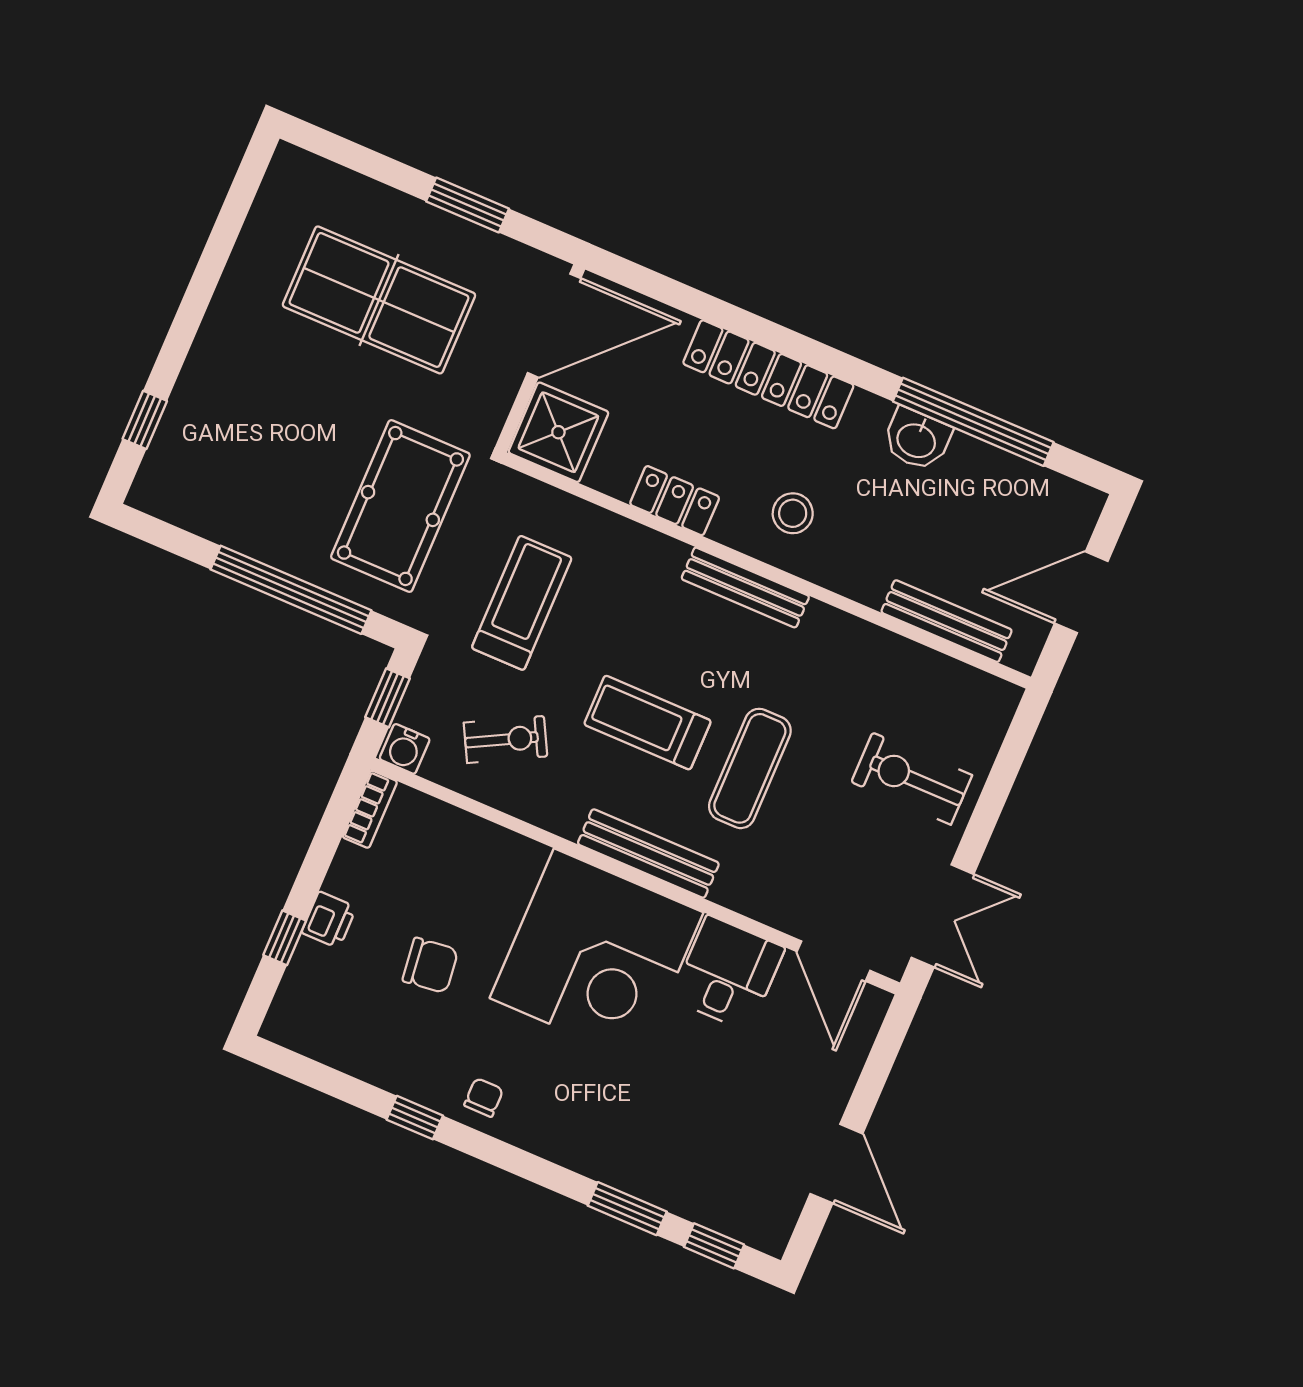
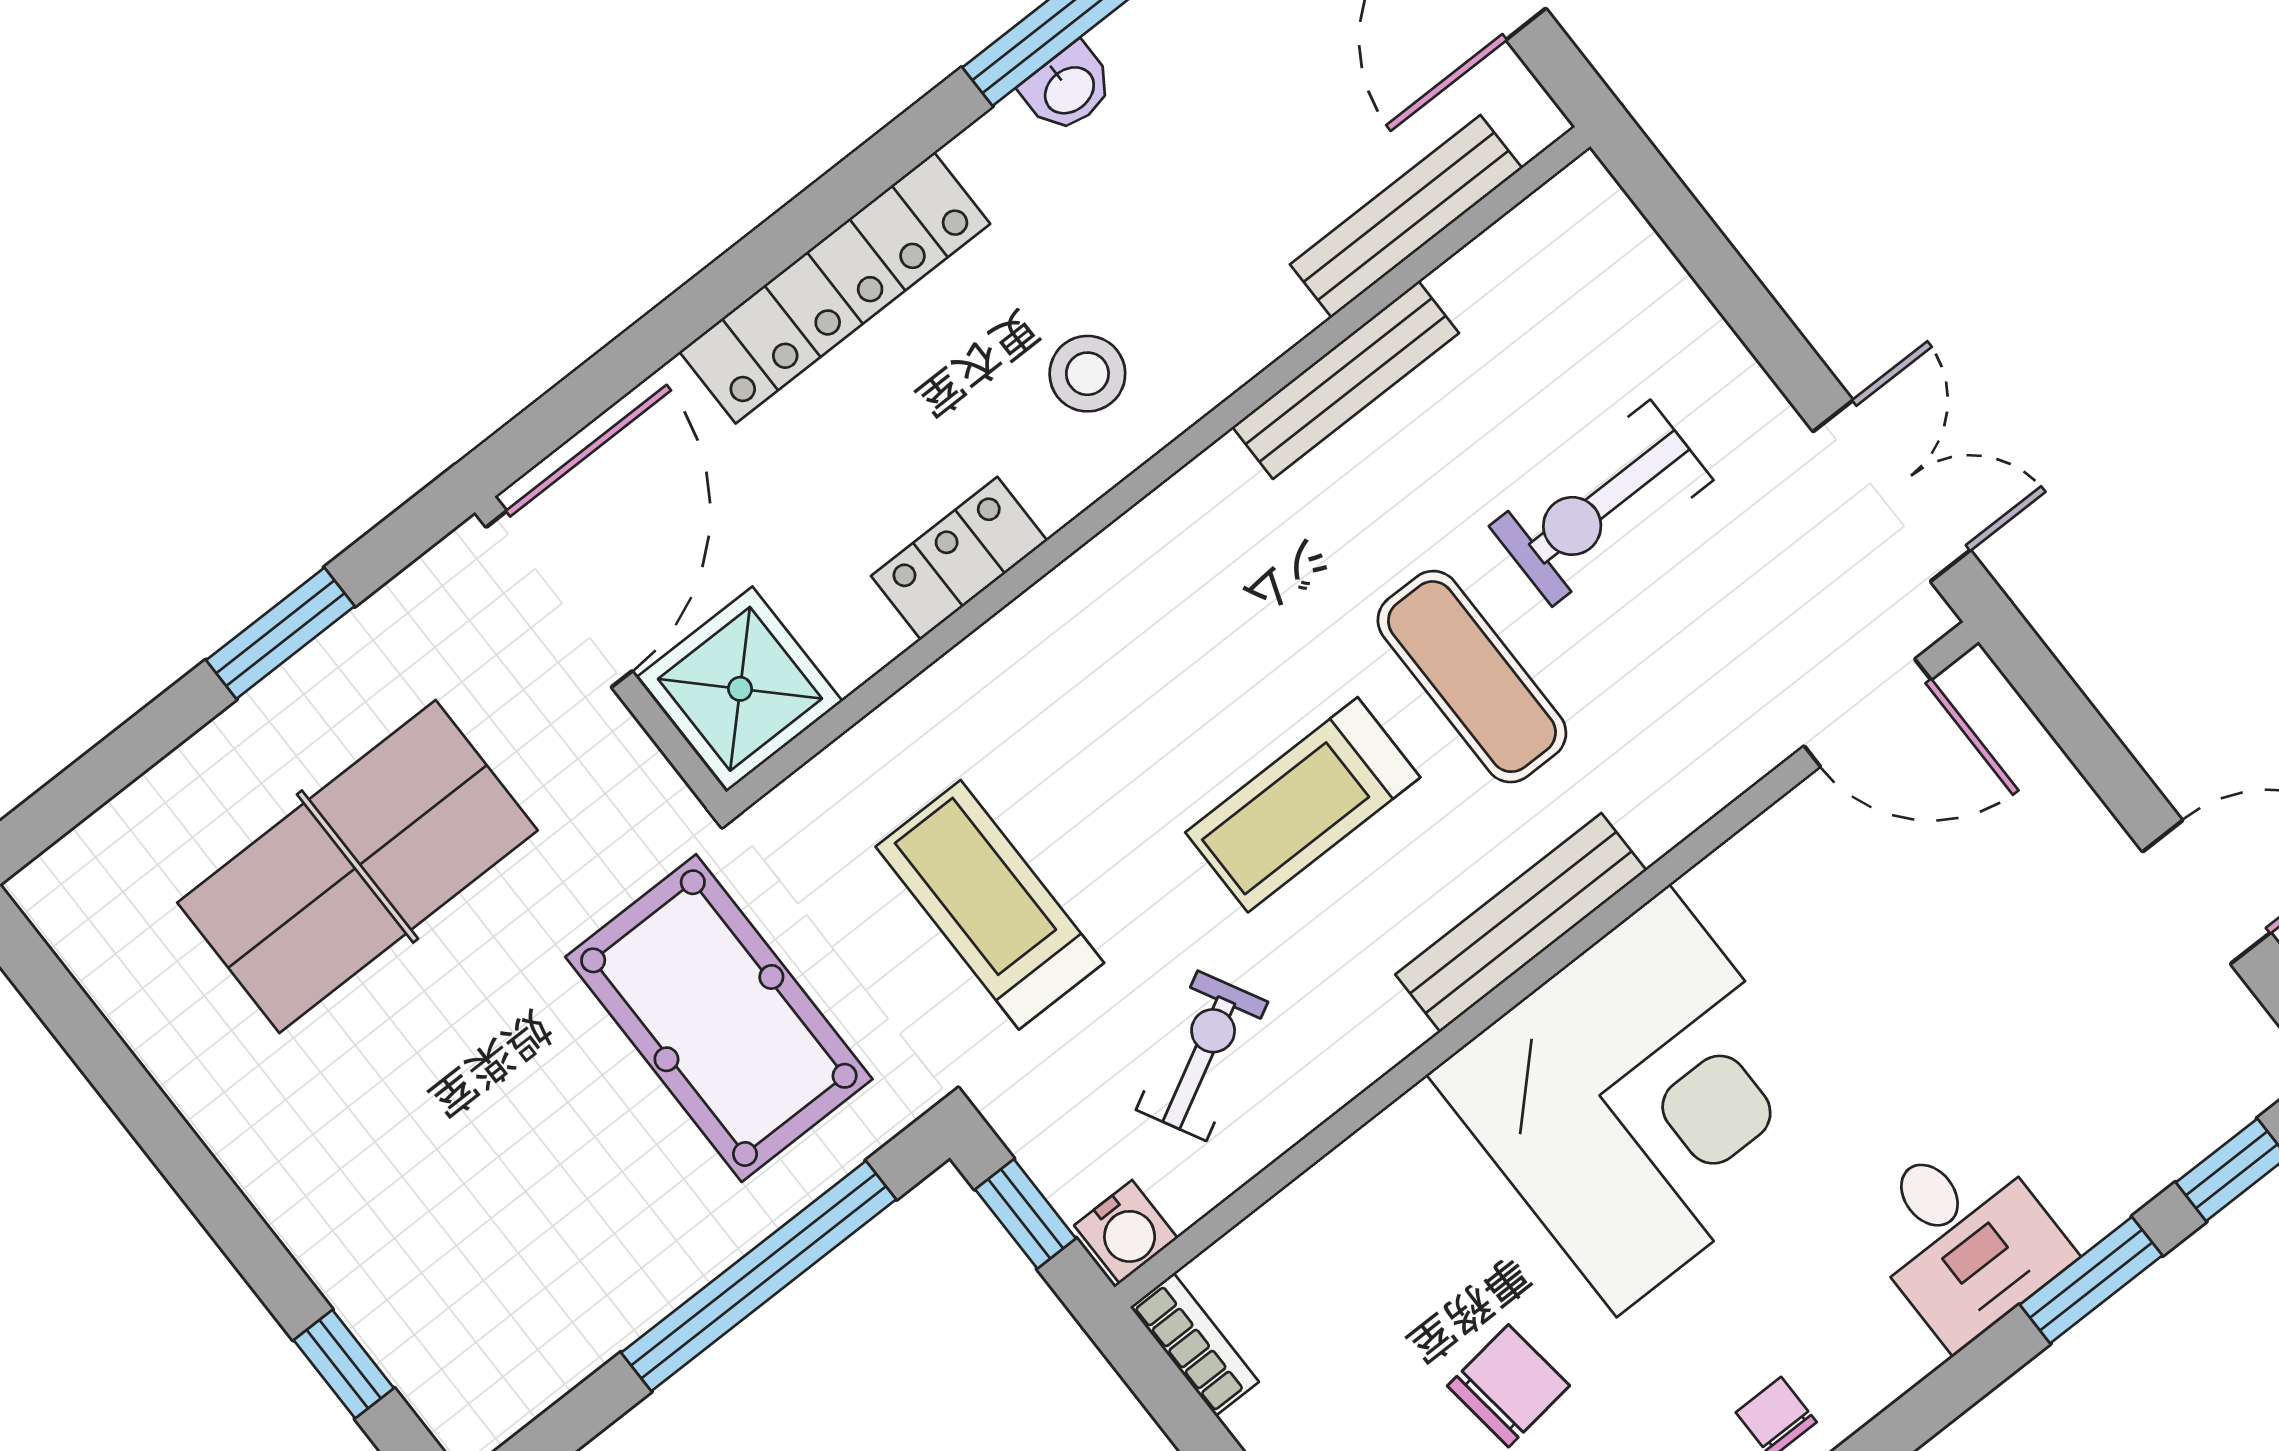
washbasin: (917, 439) -> (1068, 89), width x0.72, depth x0.69
bench: (745, 587) -> (1346, 380), moved
exercise bike: (912, 779) -> (1601, 503), moved
desk: (728, 973) -> (1963, 1238), moved, turned 180

